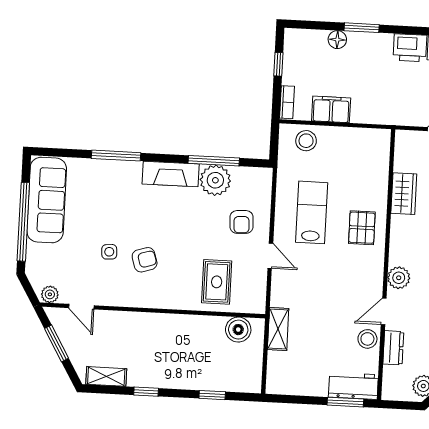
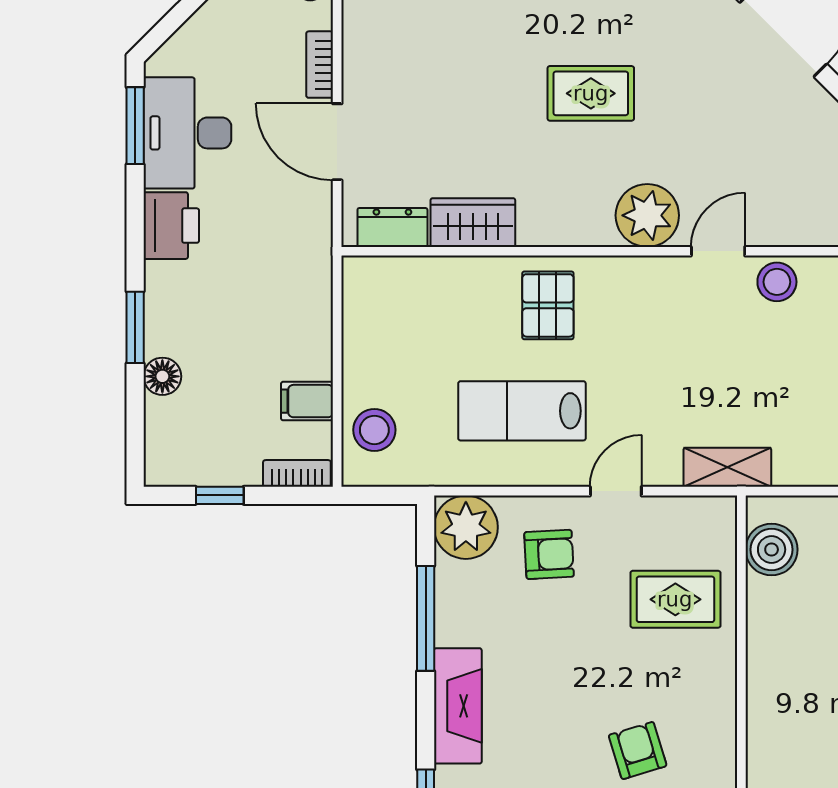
filing cabinet: (331, 109) -> (307, 401), width x0.50
plant: (215, 180) -> (466, 527), moved
pallet: (362, 228) -> (548, 305), turned 90
plant: (399, 278) -> (647, 215), width x1.36, depth x1.36
door: (384, 311) -> (718, 251), swing flipped
shelving: (278, 329) -> (727, 467), moved
dresser: (393, 348) -> (392, 227), moved

